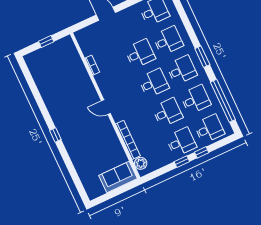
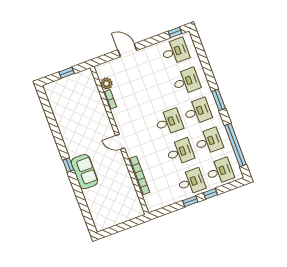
desk: (140, 54) -> (158, 92), removed
plant: (141, 163) -> (106, 84), moved
sofa: (118, 177) -> (84, 172), moved, turned 90

